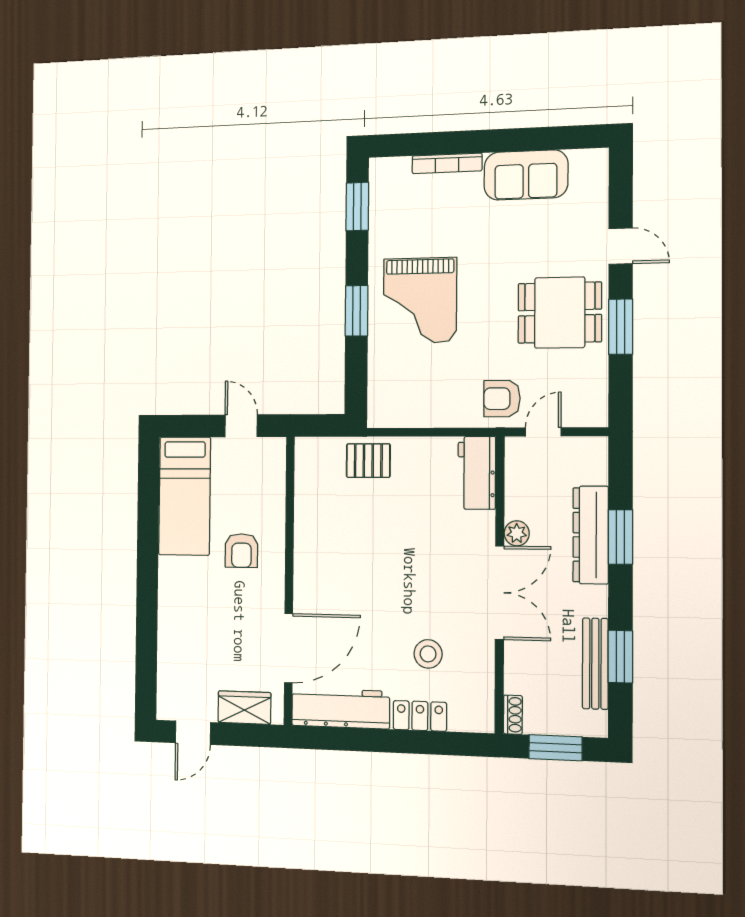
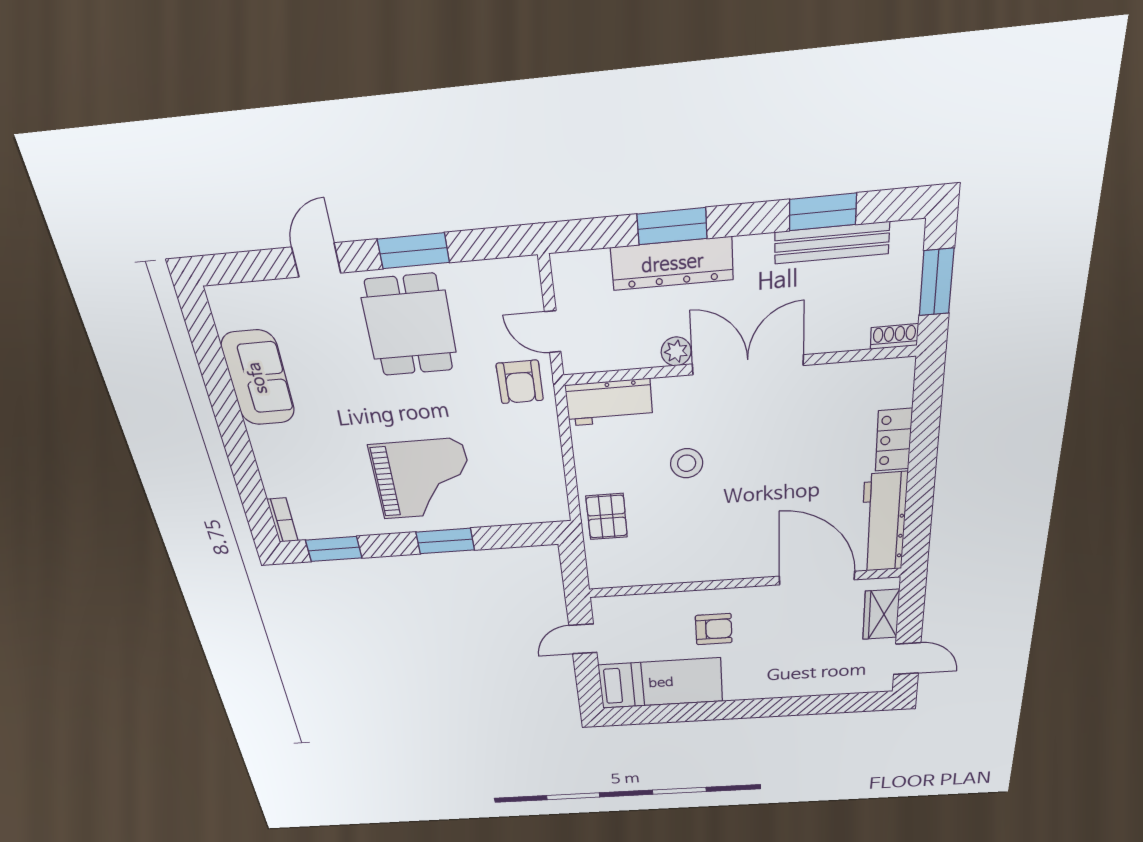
bookcase: (447, 163) -> (283, 520), moved, width x0.64
stool: (428, 654) -> (687, 463), moved

